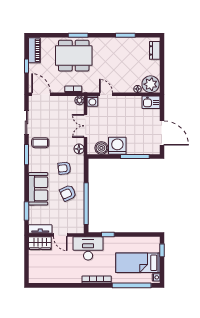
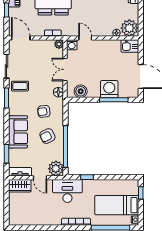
washing machine: (117, 146) -> (109, 89), moved
plant: (76, 226) -> (56, 169), added

